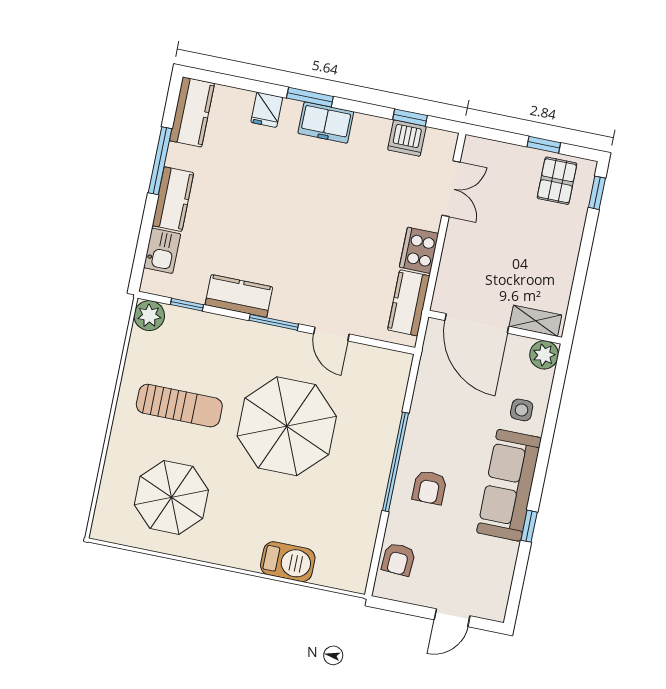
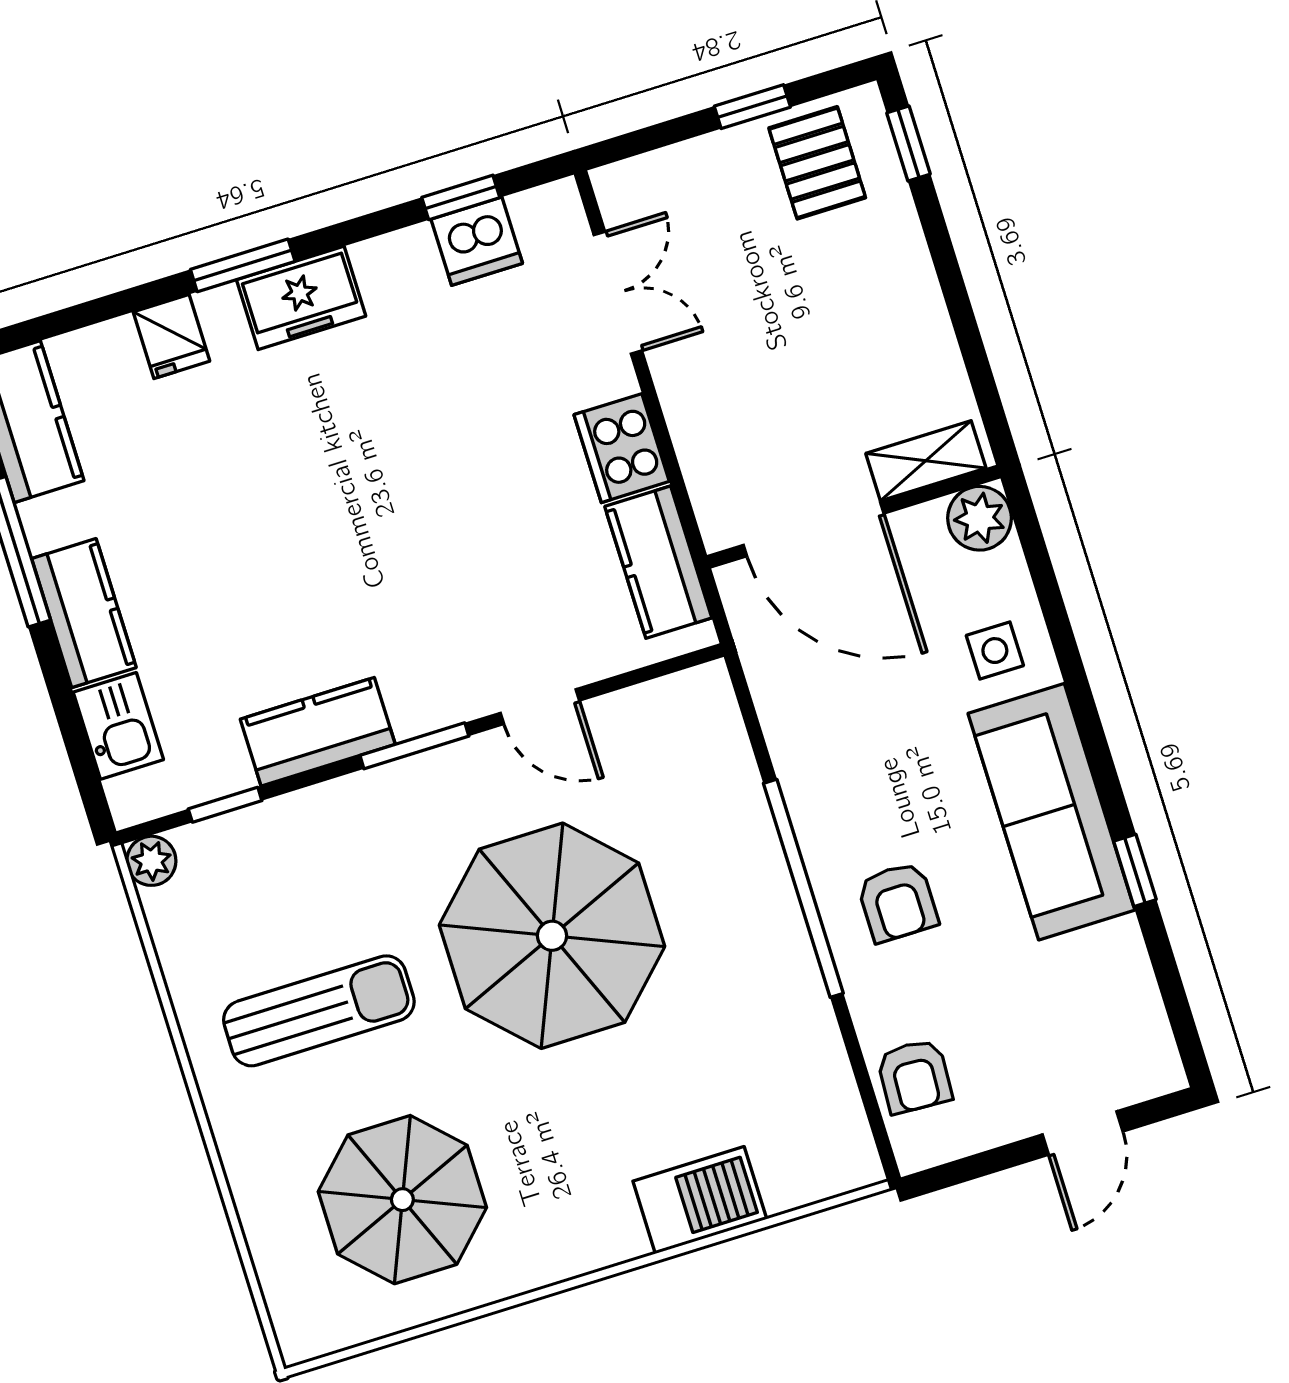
plant: (149, 316) -> (151, 861), width x0.73, depth x0.73

